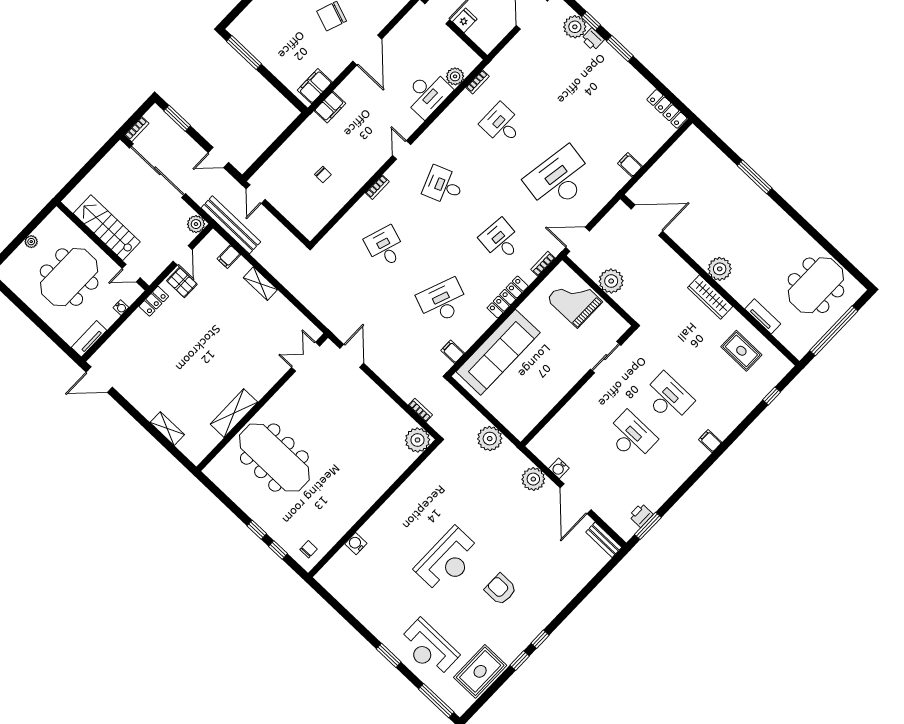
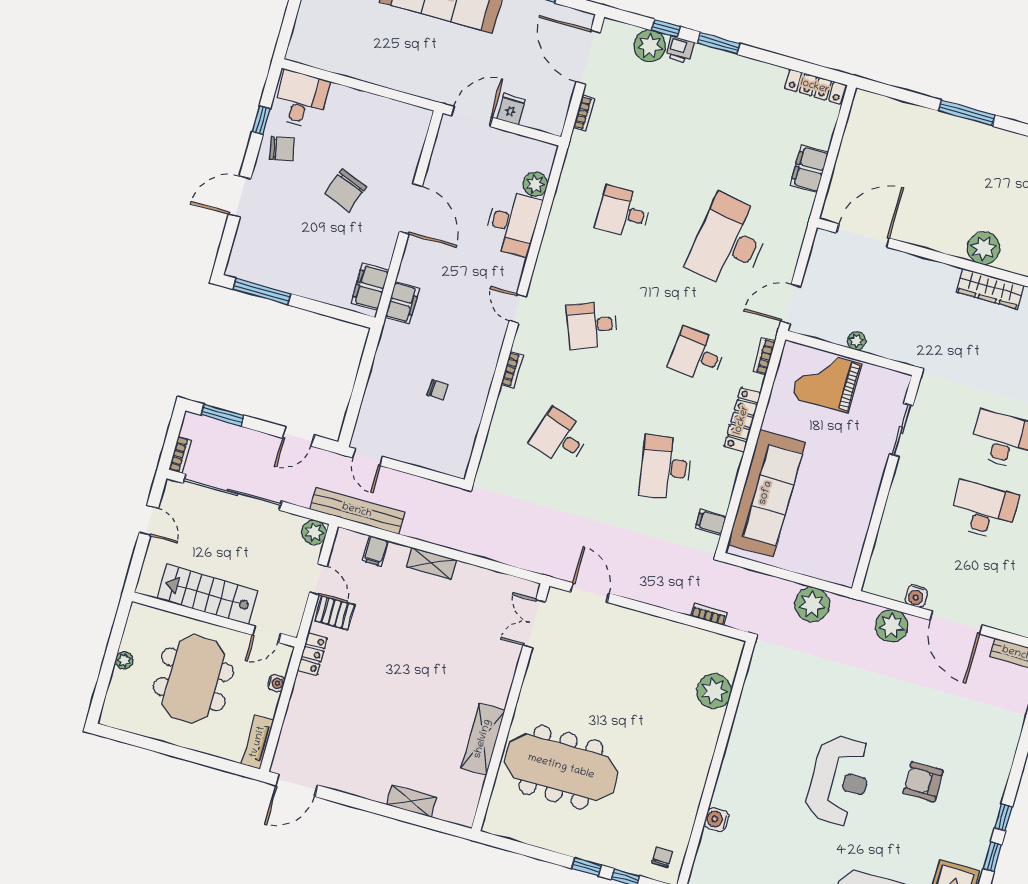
bookcase: (478, 82) -> (584, 113), moved
door: (94, 161) -> (149, 520), added
filing cabinet: (630, 165) -> (809, 169), width x2.00
plant: (611, 281) -> (857, 341), width x0.53, depth x0.53
desk: (442, 301) -> (666, 467), turned -30
plant: (418, 440) -> (714, 691), moved

